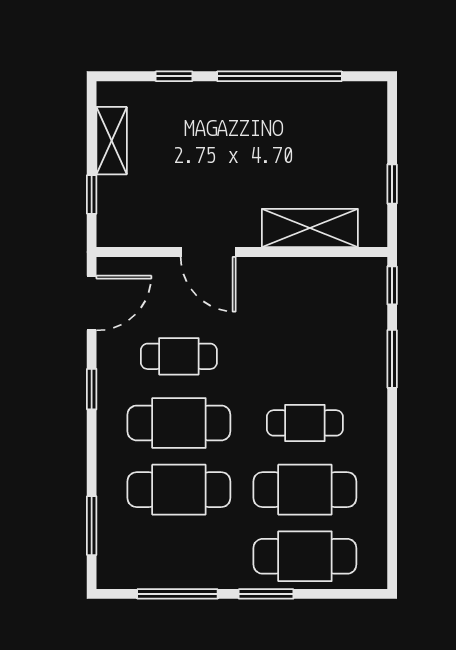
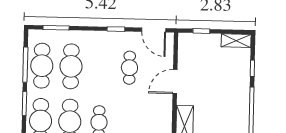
shelving: (112, 141) -> (236, 41), moved
cafe table: (179, 423) -> (42, 66), moved

